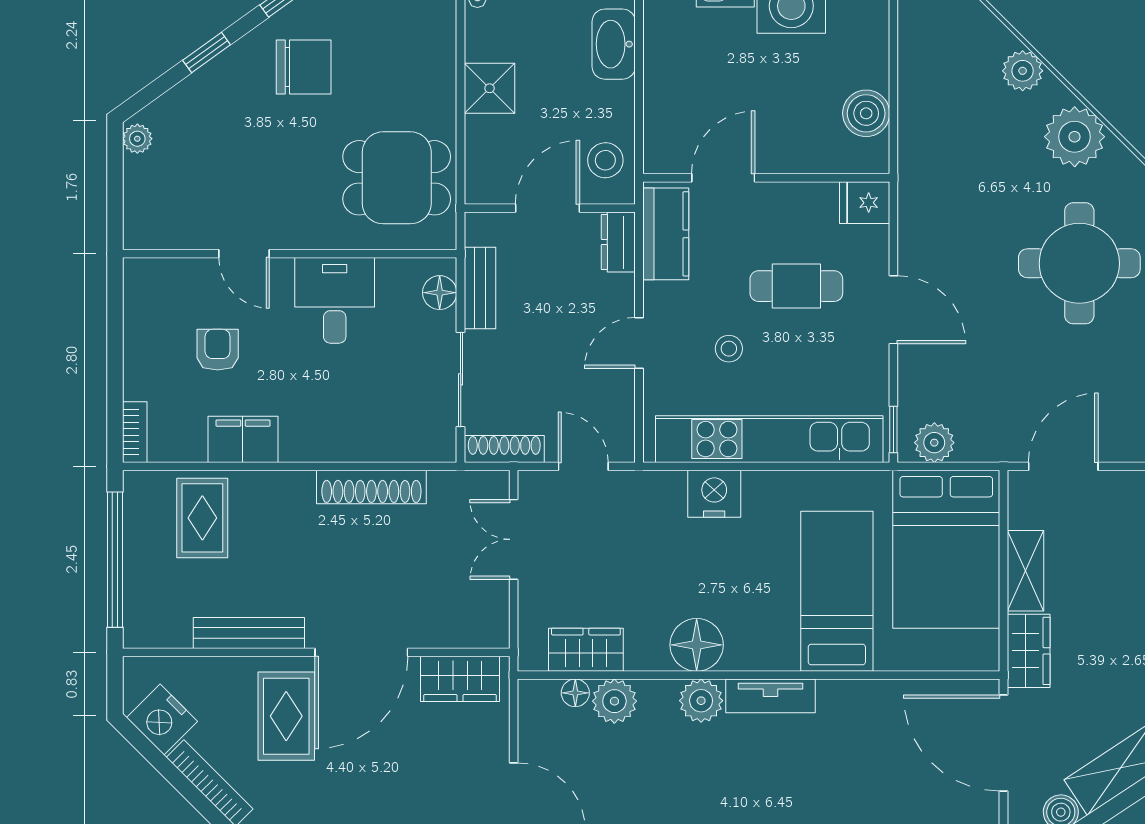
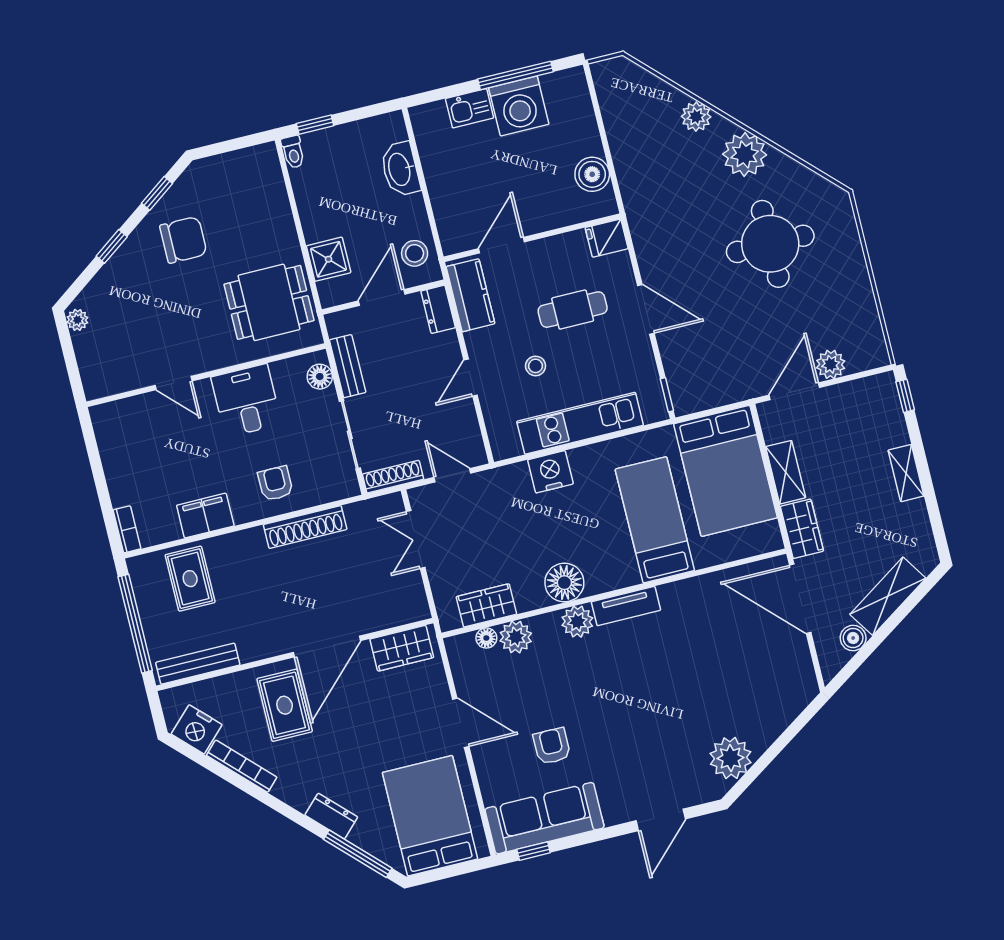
shower: (490, 88) -> (329, 259), moved
armchair: (218, 350) -> (275, 483), moved
kitchen unit: (769, 439) -> (580, 423), width x0.73
plant: (934, 443) -> (831, 364), moved
bench: (249, 633) -> (198, 664), moved

